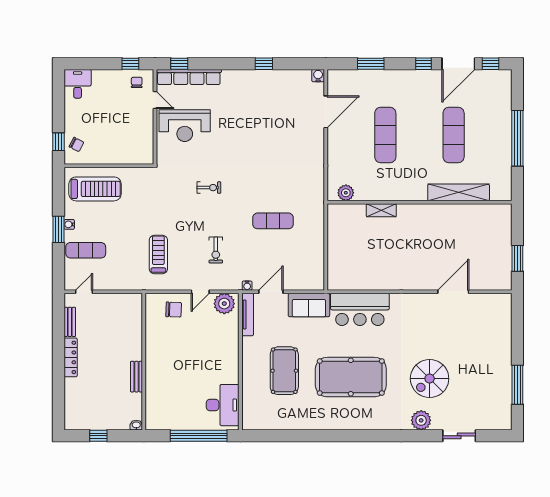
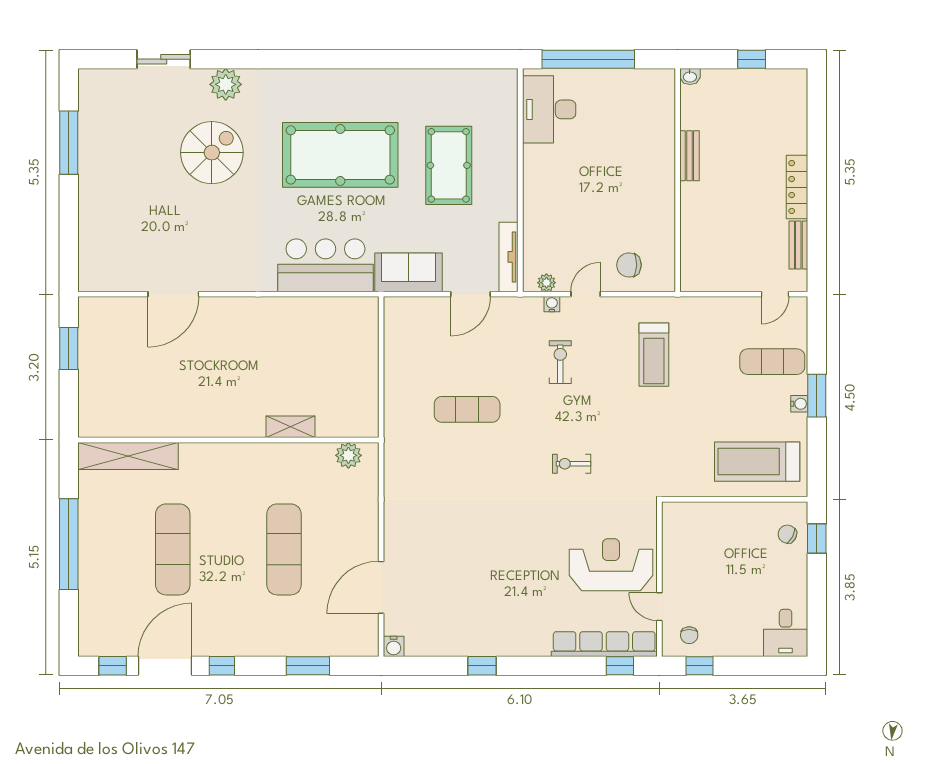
shelving: (459, 192) -> (128, 456), moved
water cooler: (247, 286) -> (552, 304), moved
plant: (224, 304) -> (546, 283), width x0.53, depth x0.53

